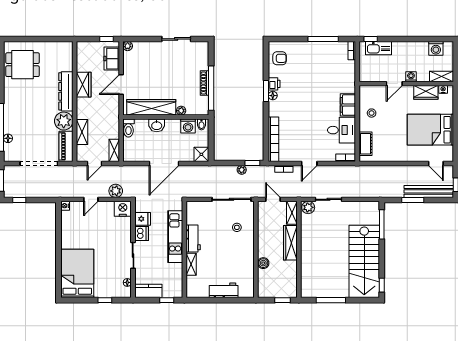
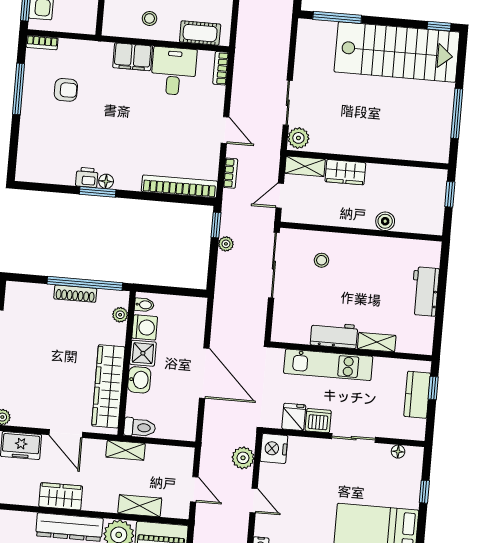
armchair: (280, 58) -> (66, 90), moved, turned 90
plant: (181, 111) -> (120, 315), moved
shelving: (114, 150) -> (126, 450), moved
shower: (201, 154) -> (143, 353), moved
wardrobe: (290, 243) -> (345, 172), width x0.67
kitchen counter: (148, 291) -> (417, 395), moved

